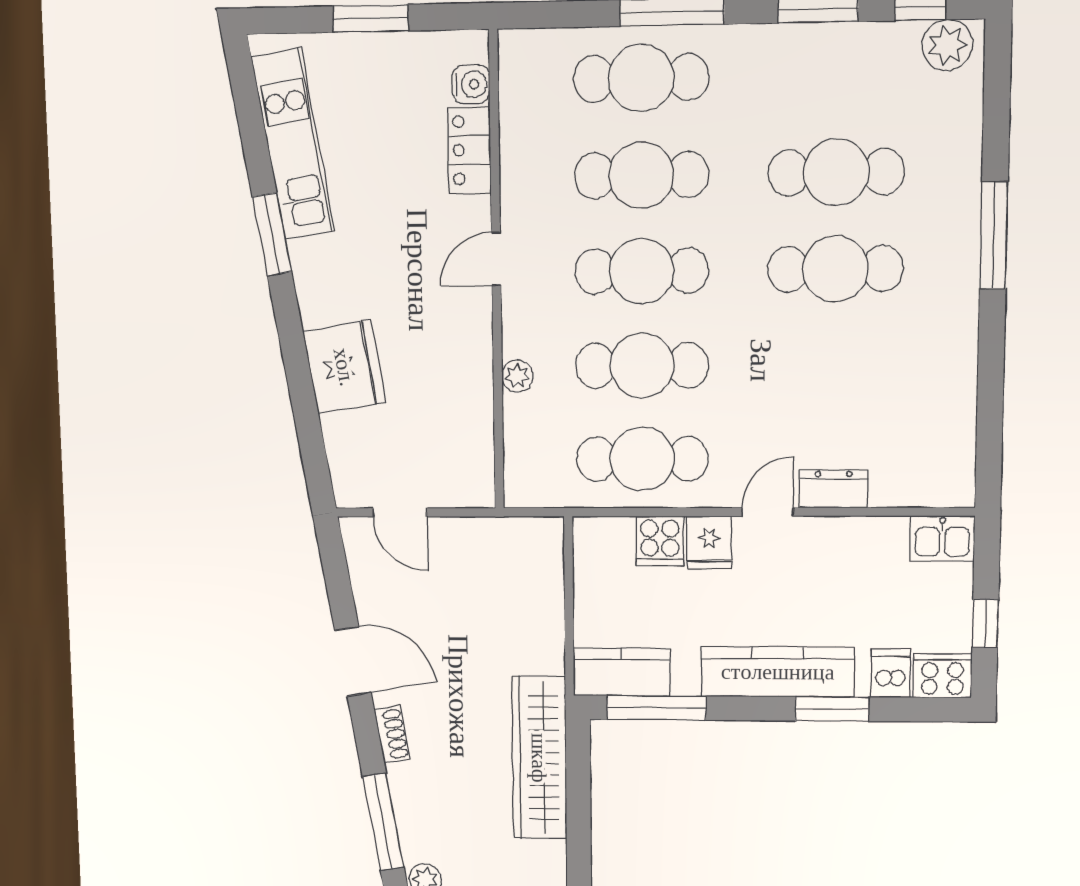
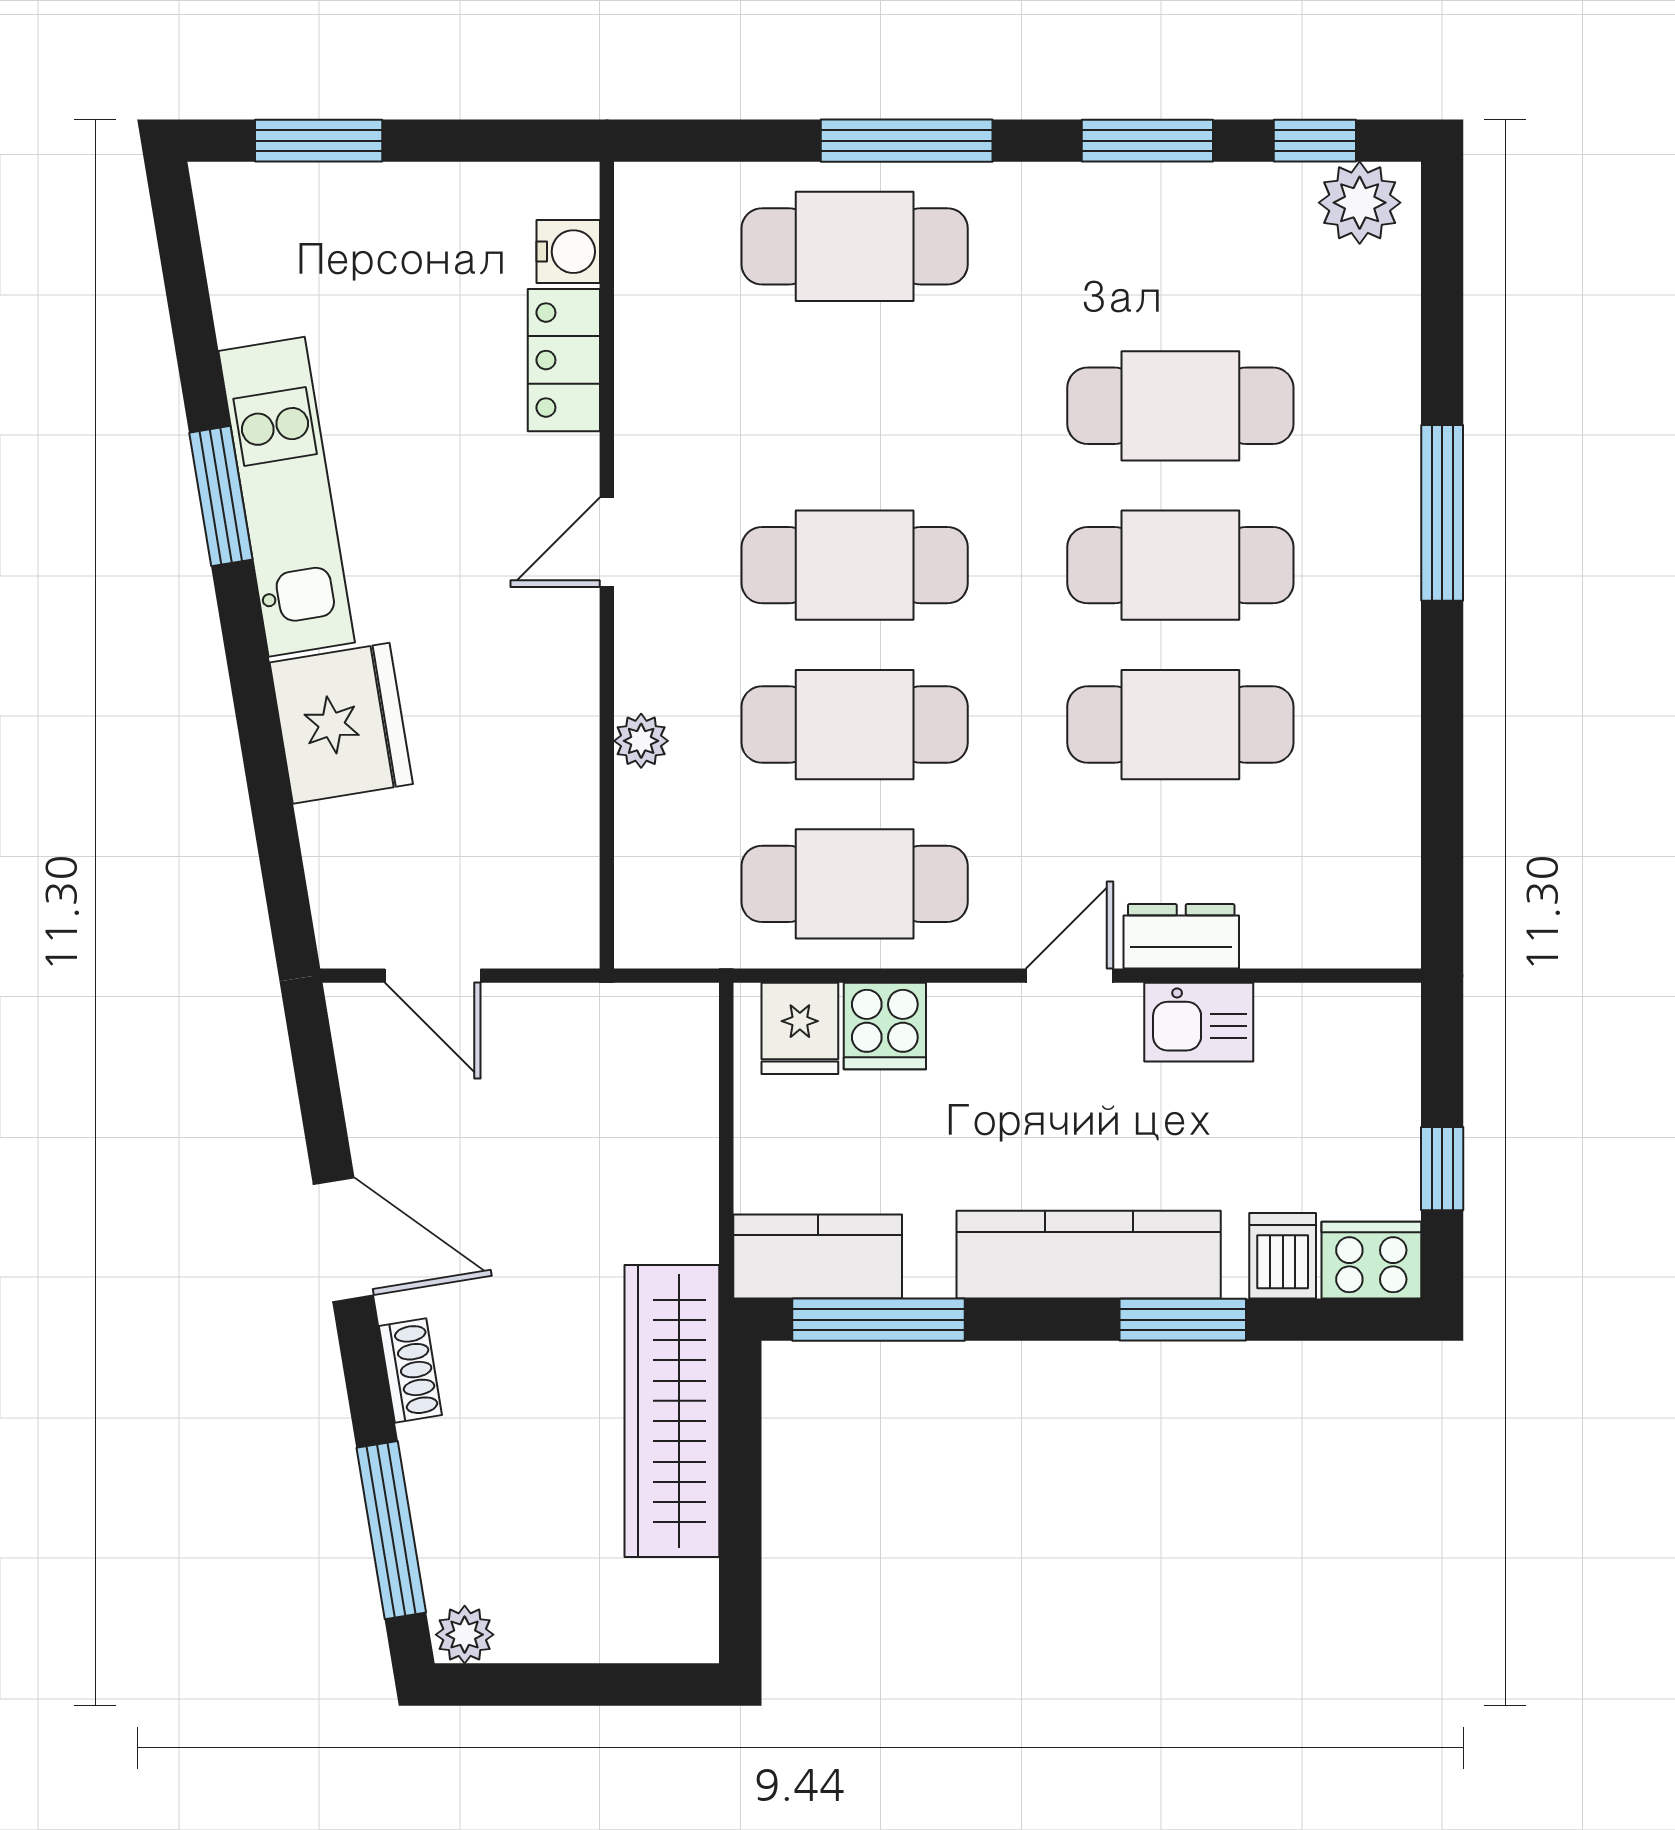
window: (371, 18) -> (319, 141), moved
kitchen unit: (293, 144) -> (287, 497), moved
cafe table: (641, 175) -> (1180, 725), moved
kitchen sink: (942, 539) -> (1199, 1022), moved
fridge: (709, 542) -> (800, 1028), moved

